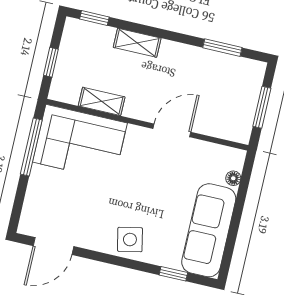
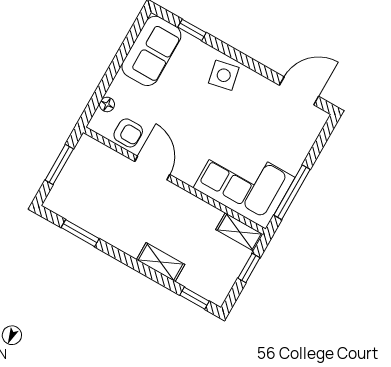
shelving: (102, 101) -> (239, 232), moved
door: (172, 130) -> (152, 168), swing flipped
armchair: (205, 157) -> (128, 133), added
sofa: (209, 230) -> (151, 51), width x0.73

